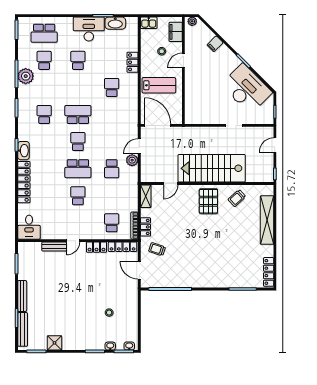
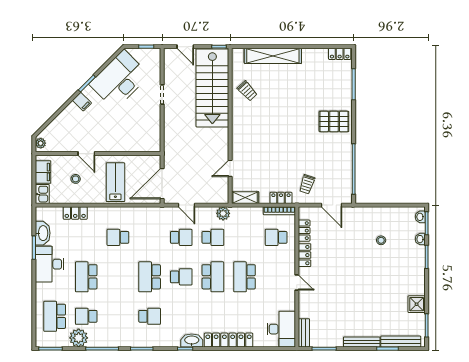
filing cabinet: (176, 32) -> (43, 172), moved, turned -90
school desk: (44, 33) -> (55, 316), turned 180
filing cabinet: (215, 44) -> (82, 102), moved
school desk: (78, 60) -> (86, 277), width x1.85
locker: (133, 62) -> (75, 213), moved
plant: (26, 76) -> (79, 338), moved
school desk: (44, 115) -> (150, 316), turned 180
school desk: (78, 142) -> (181, 277), turned 180
school desk: (112, 142) -> (181, 237), added
plant: (132, 160) -> (223, 213), moved
stairs: (212, 168) -> (212, 88), moved
door: (171, 183) -> (230, 168), swing flipped
school desk: (78, 196) -> (245, 277), width x1.85
pallet: (208, 201) -> (334, 122), moved
desk: (29, 227) -> (281, 329), width x1.37
bench: (54, 247) -> (304, 333), moved
locker: (123, 247) -> (304, 231), width x0.66
door: (139, 270) -> (332, 205), hinge flipped
locker: (269, 272) -> (340, 54), width x0.66

